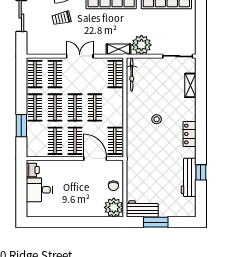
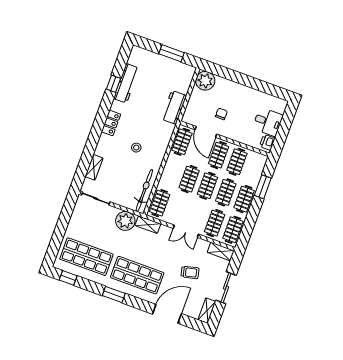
shelving: (39, 49) -> (221, 251), added
bicycle: (132, 75) -> (144, 191), width x1.37, depth x1.40
chair: (113, 186) -> (221, 114), moved
workbench: (142, 209) -> (174, 107), moved, turned 90

